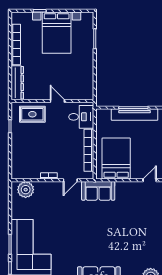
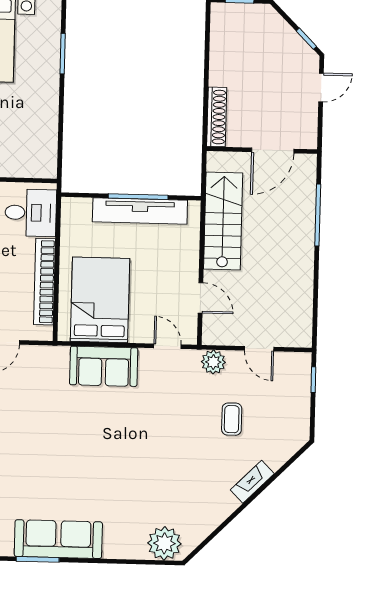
door: (150, 180) -> (167, 346), hinge flipped
sofa: (98, 191) -> (104, 366), moved

